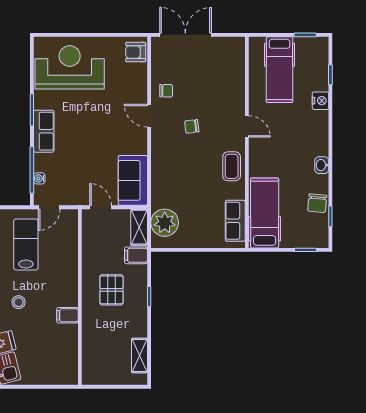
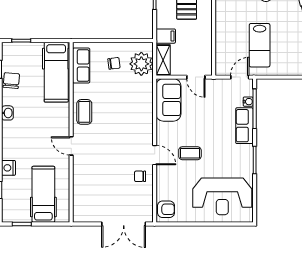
coffee table: (108, 118) -> (190, 153), added
chair: (192, 126) -> (114, 63), moved
row of seats: (44, 131) -> (244, 126), moved

